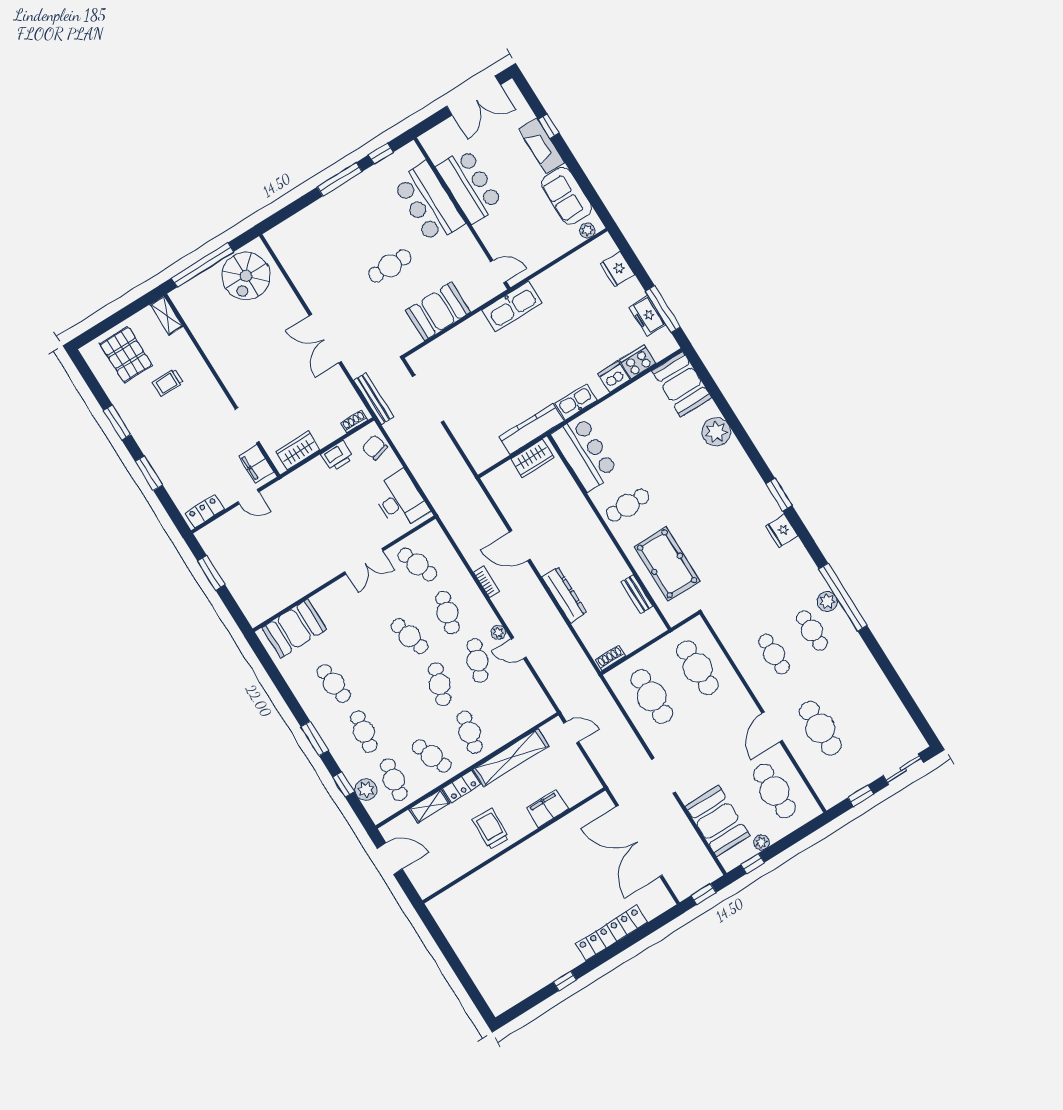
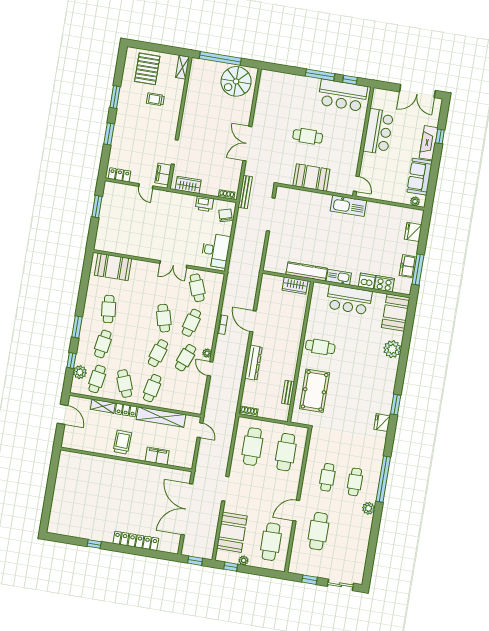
bar counter: (429, 203) -> (343, 95), moved, turned -90
bar counter: (585, 453) -> (349, 300), moved, turned 90
plant: (827, 601) -> (369, 508), moved

